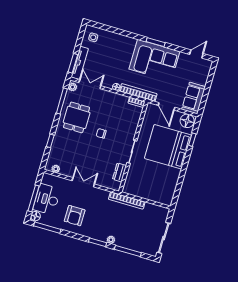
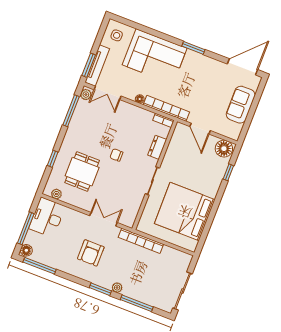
door: (196, 54) -> (242, 67), width x1.87
corner sofa: (154, 60) -> (155, 57), moved
double door: (90, 84) -> (108, 93), swing flipped
sofa: (194, 98) -> (241, 105), moved
dining table: (77, 117) -> (82, 172), moved
bed: (168, 147) -> (185, 212), moved
dresser: (120, 172) -> (157, 147), moved
double door: (83, 182) -> (103, 219), moved
desk: (47, 199) -> (47, 217), moved
armchair: (75, 216) -> (91, 253), moved

